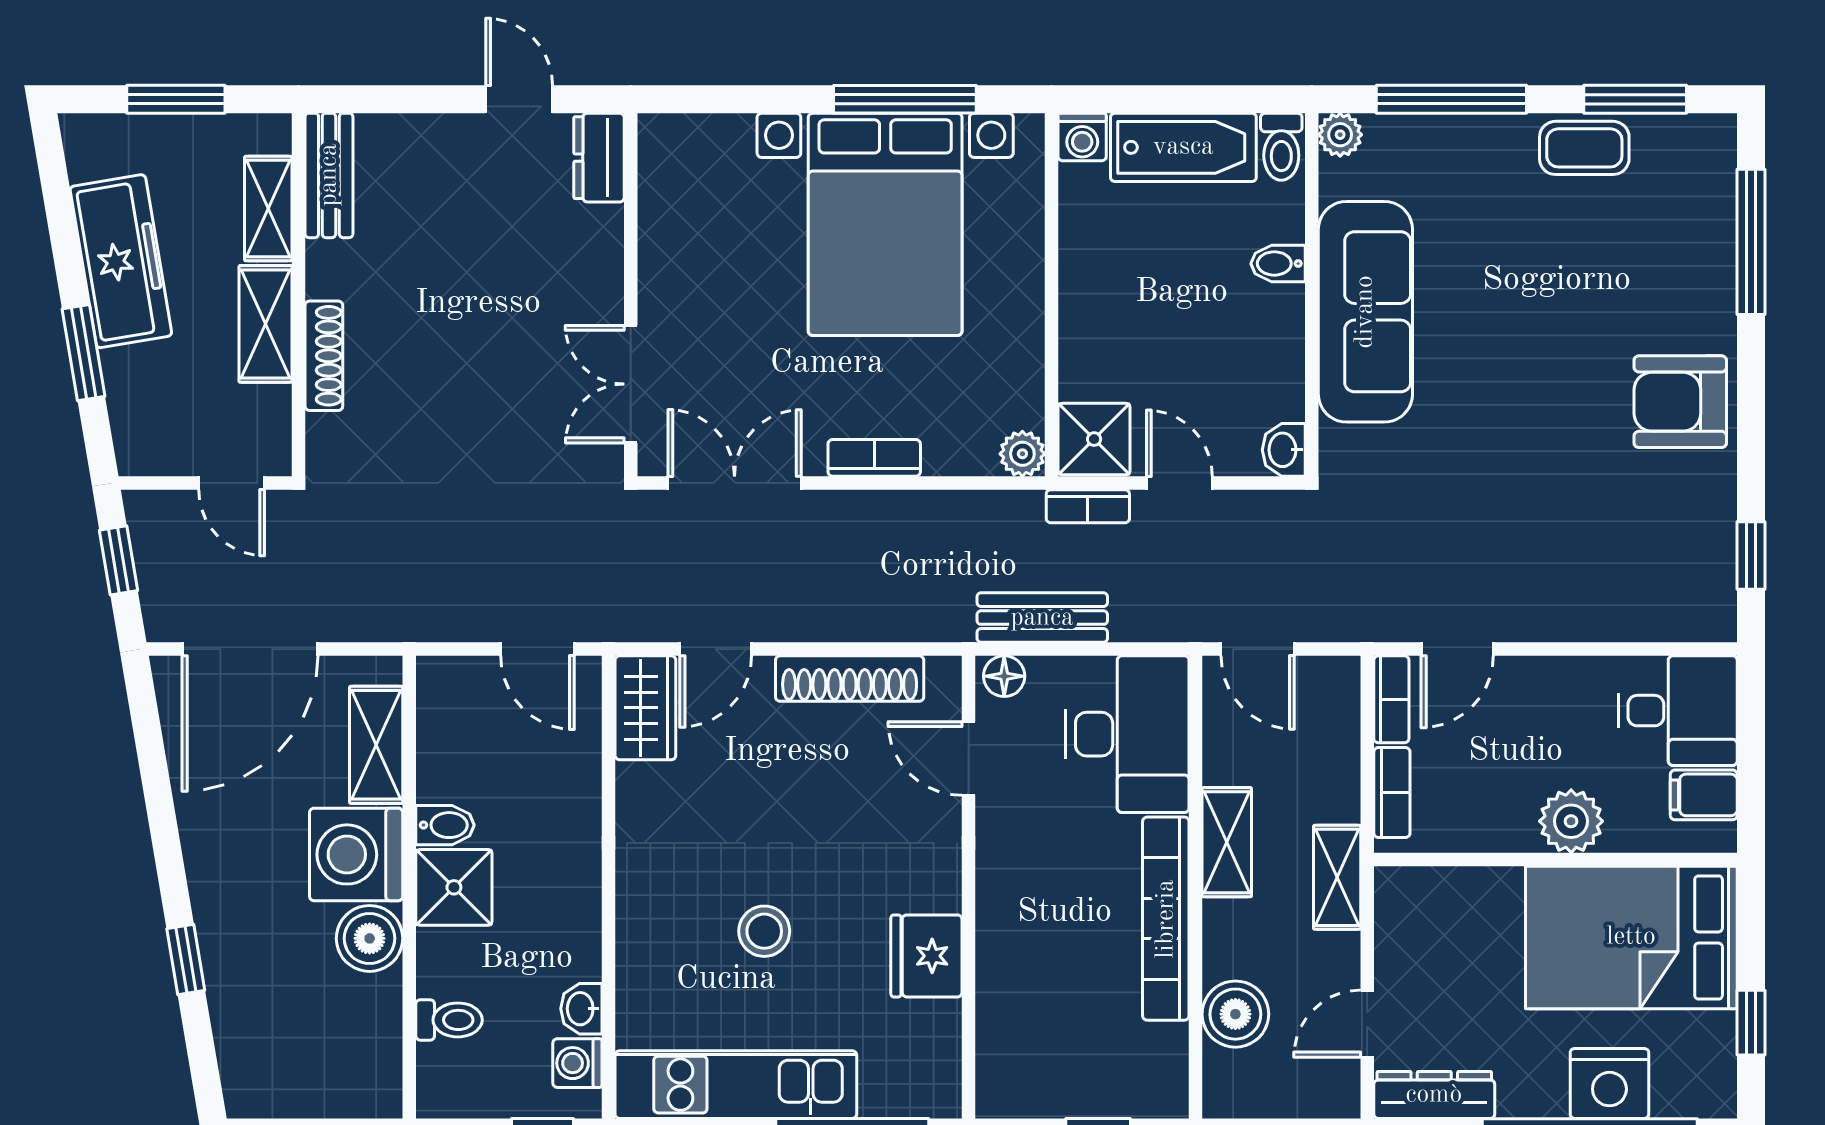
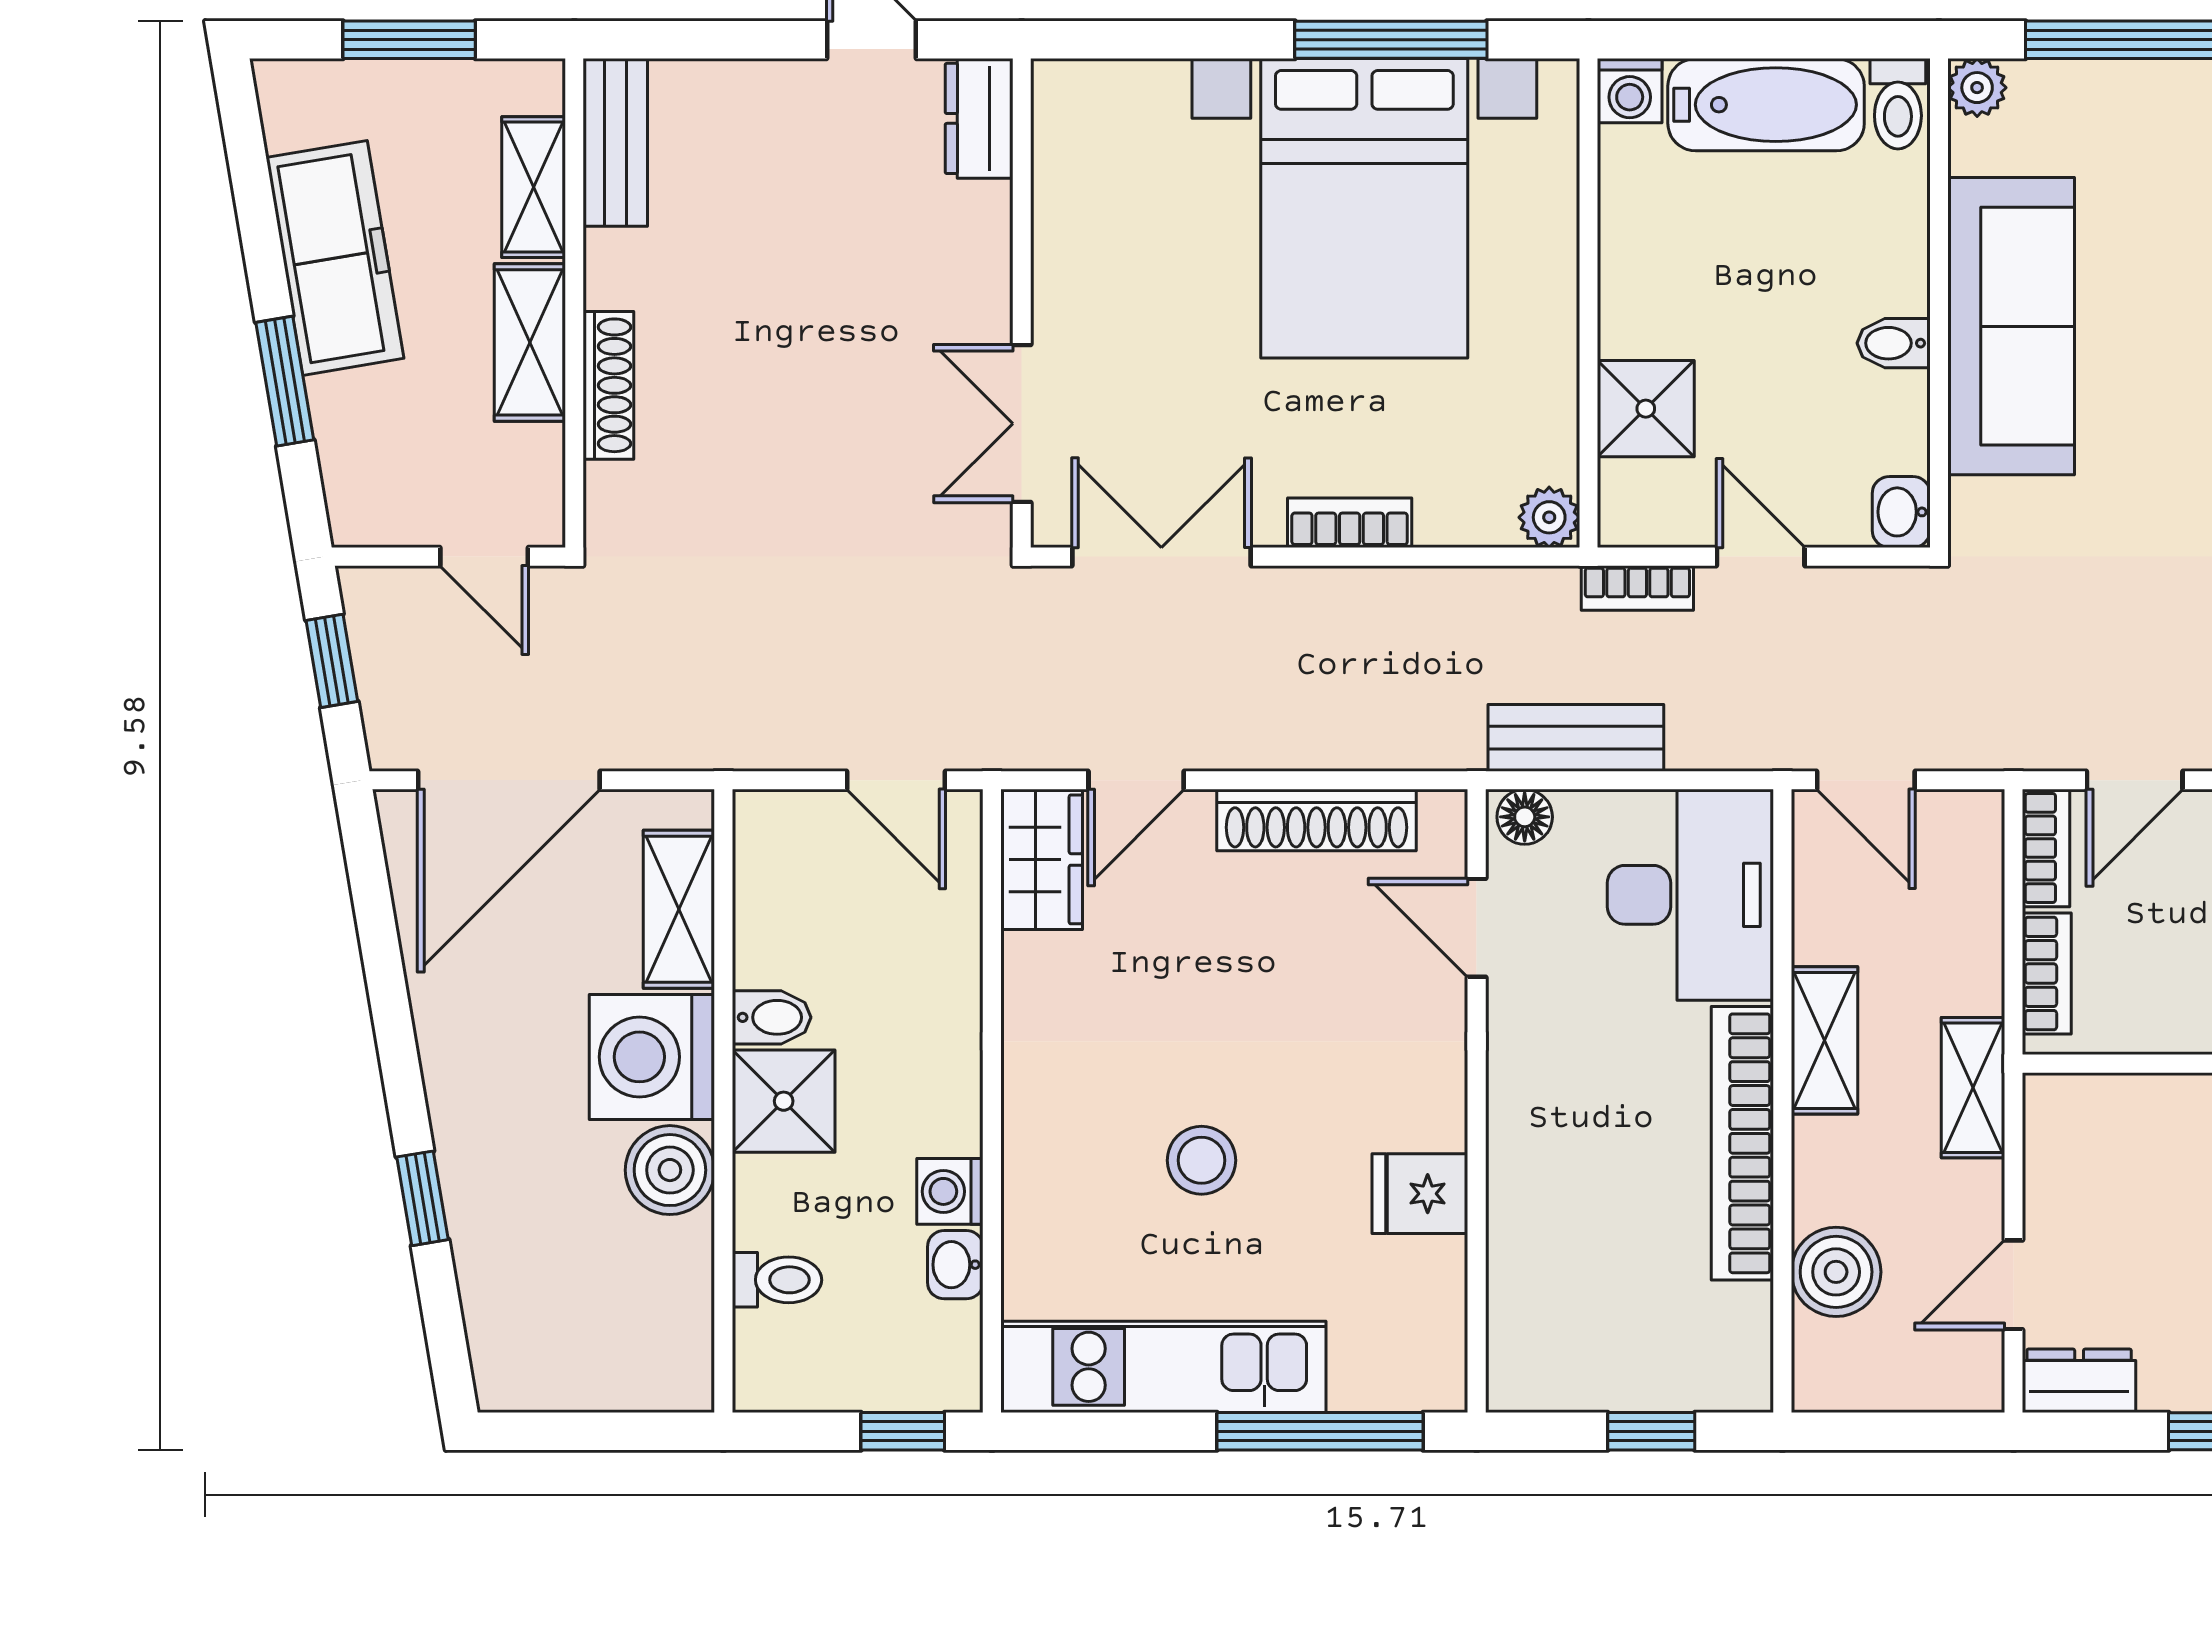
bidet: (1278, 263) -> (1894, 343), moved
shower: (1094, 439) -> (1646, 409), moved
fridge: (926, 956) -> (1420, 1194), width x0.72
washing machine: (577, 1063) -> (950, 1191), moved
dresser: (1434, 1095) -> (2079, 1381), width x0.70

